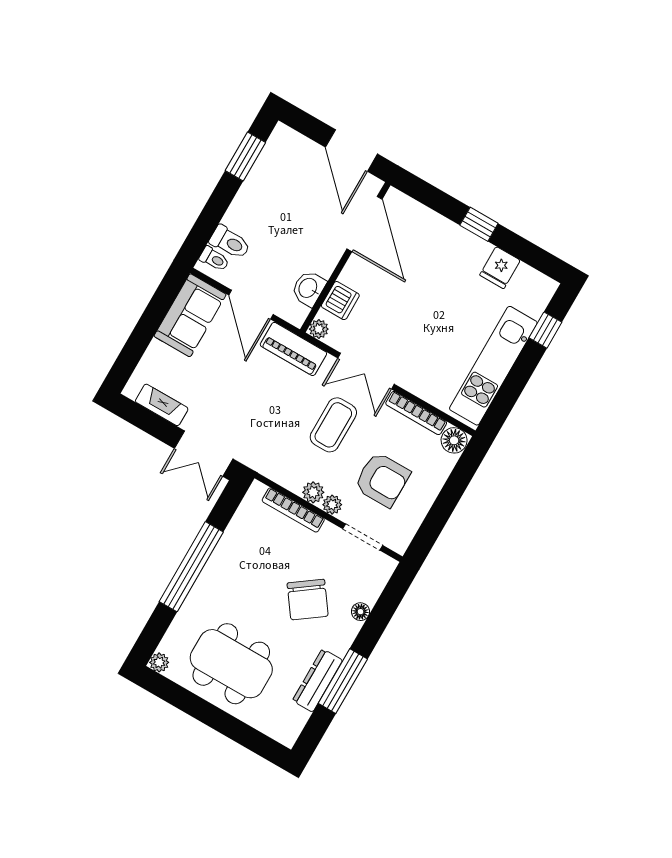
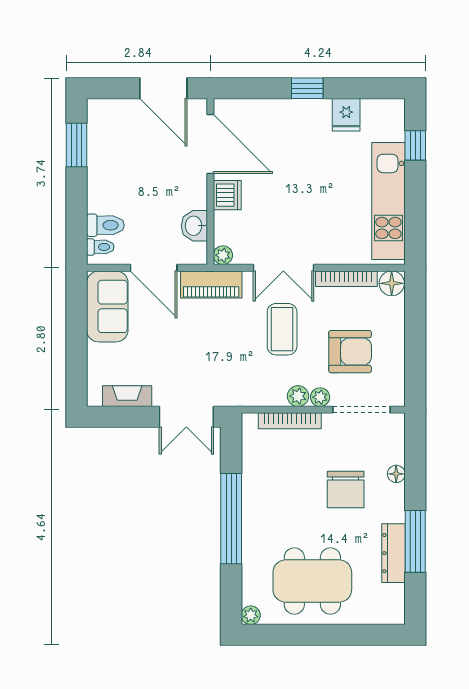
dishwasher: (340, 301) -> (227, 195), moved
doorway: (363, 537) -> (362, 410), width x1.38
chair: (308, 600) -> (346, 489), turned 36

